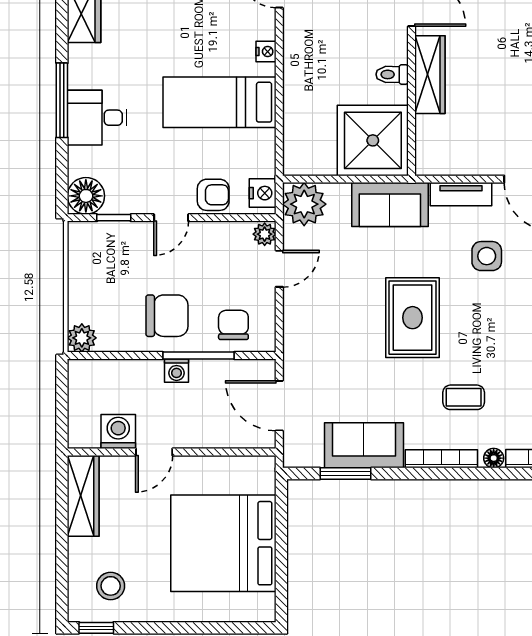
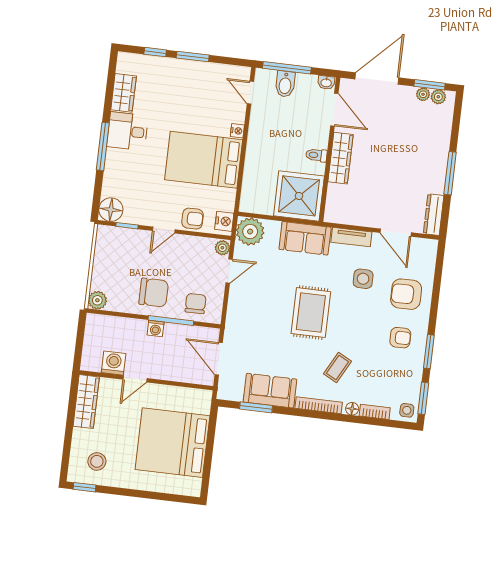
bed: (220, 102) -> (204, 160), width x1.50
desk: (97, 118) -> (128, 131), moved
coffee table: (464, 397) -> (338, 368), turned -62

